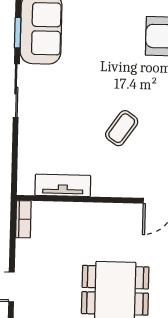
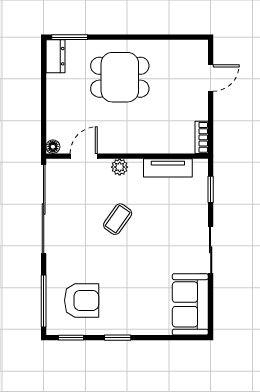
window: (18, 33) -> (211, 189), moved
plant: (118, 188) -> (120, 167), added

